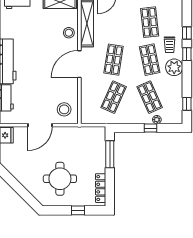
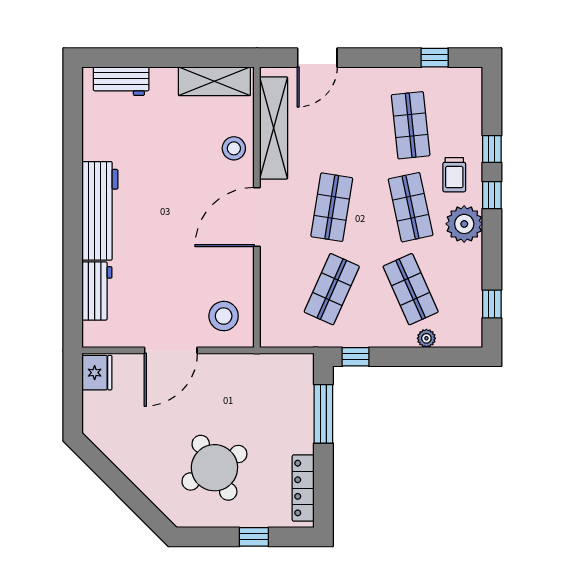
window: (150, 128) -> (356, 357), moved
round table: (60, 179) -> (214, 468), turned -30

